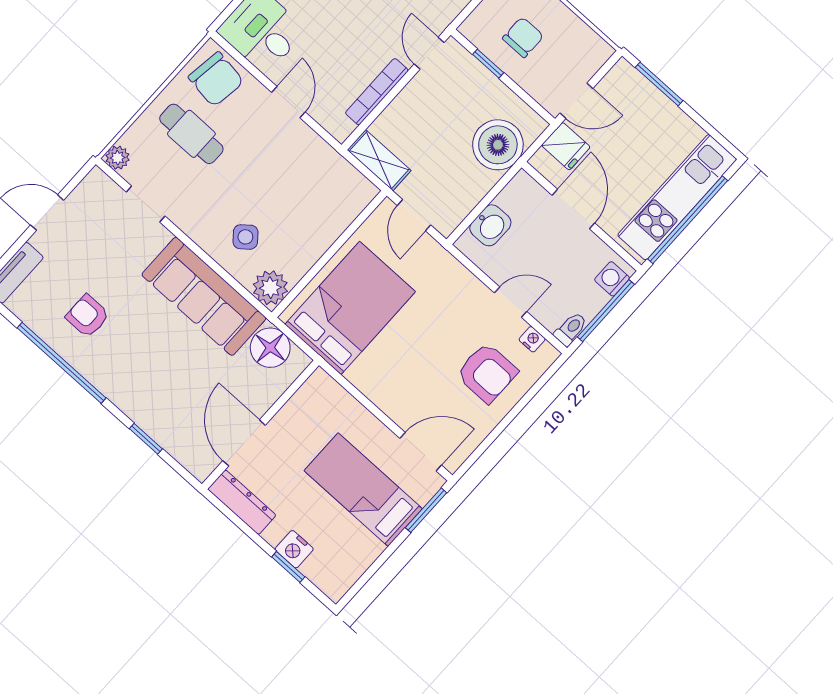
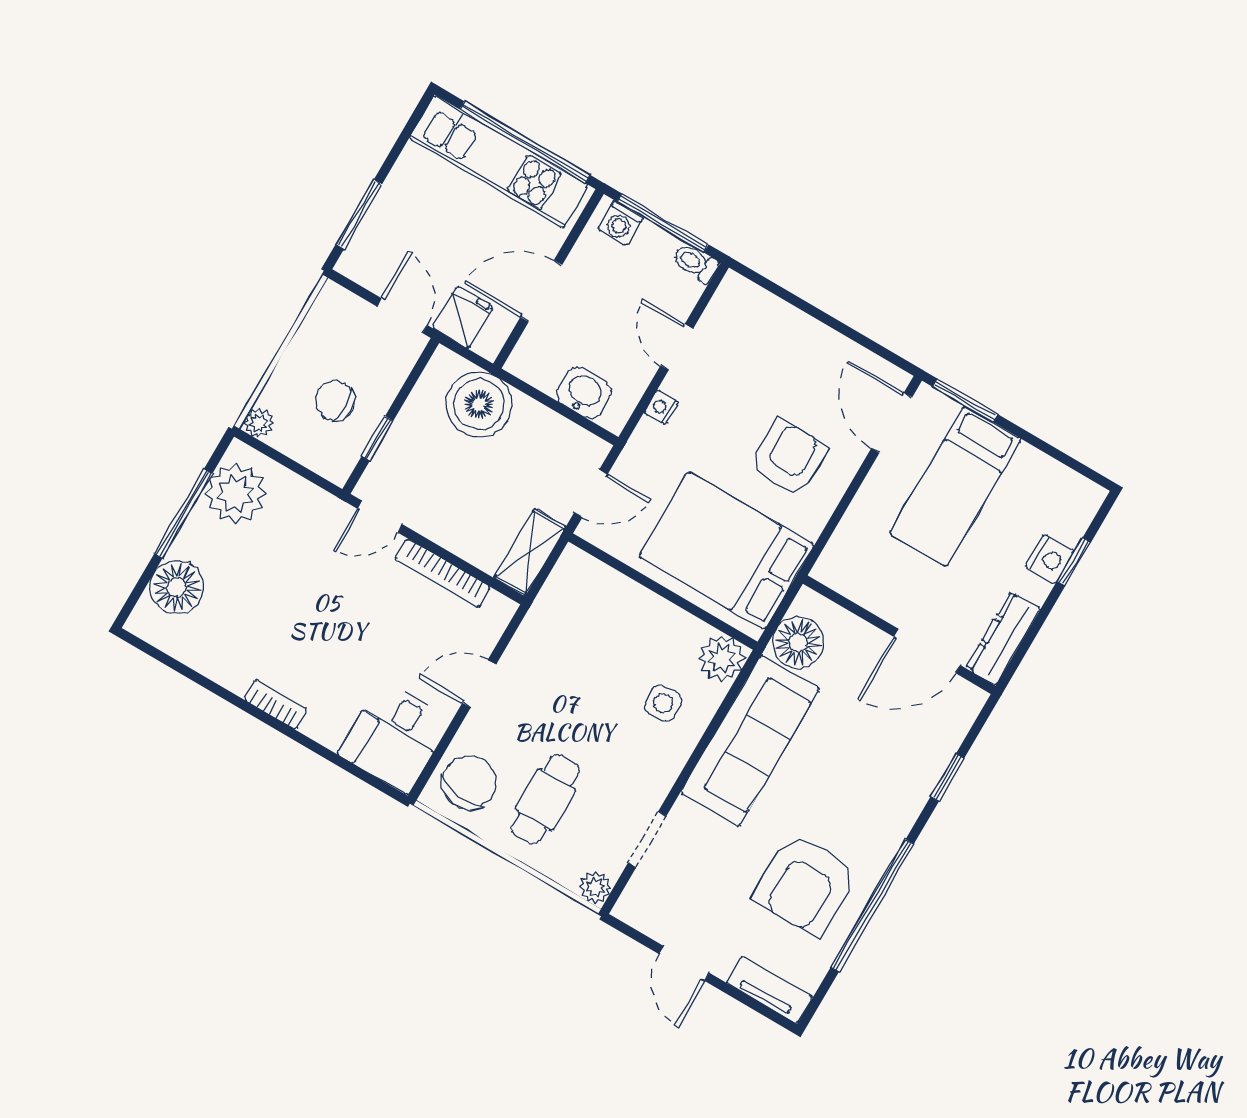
side table: (245, 237) -> (663, 703), turned 34
armchair: (88, 316) -> (806, 884), width x1.88, depth x1.88
nightstand: (532, 339) -> (661, 407), moved
armchair: (487, 373) -> (789, 458), moved

